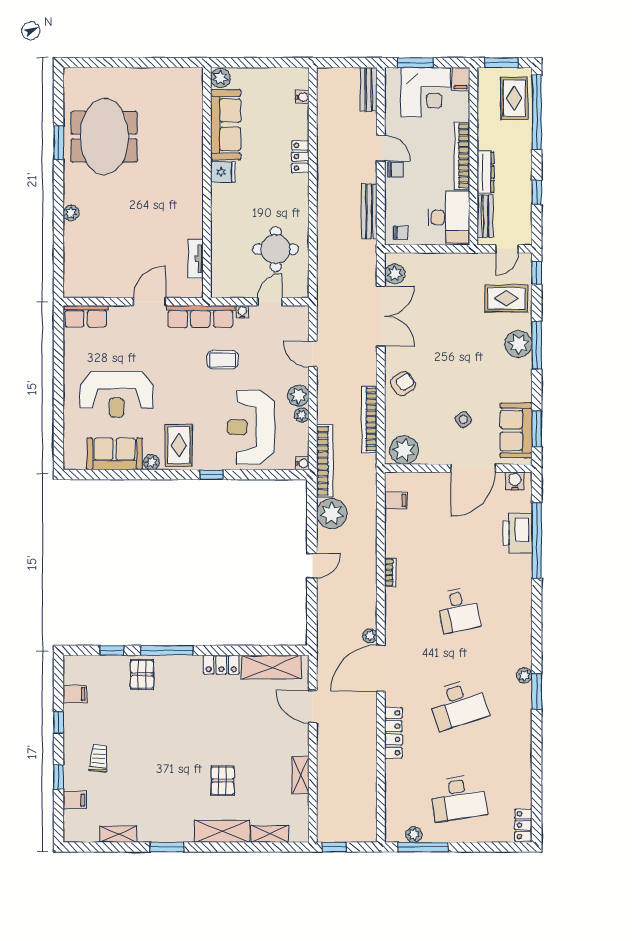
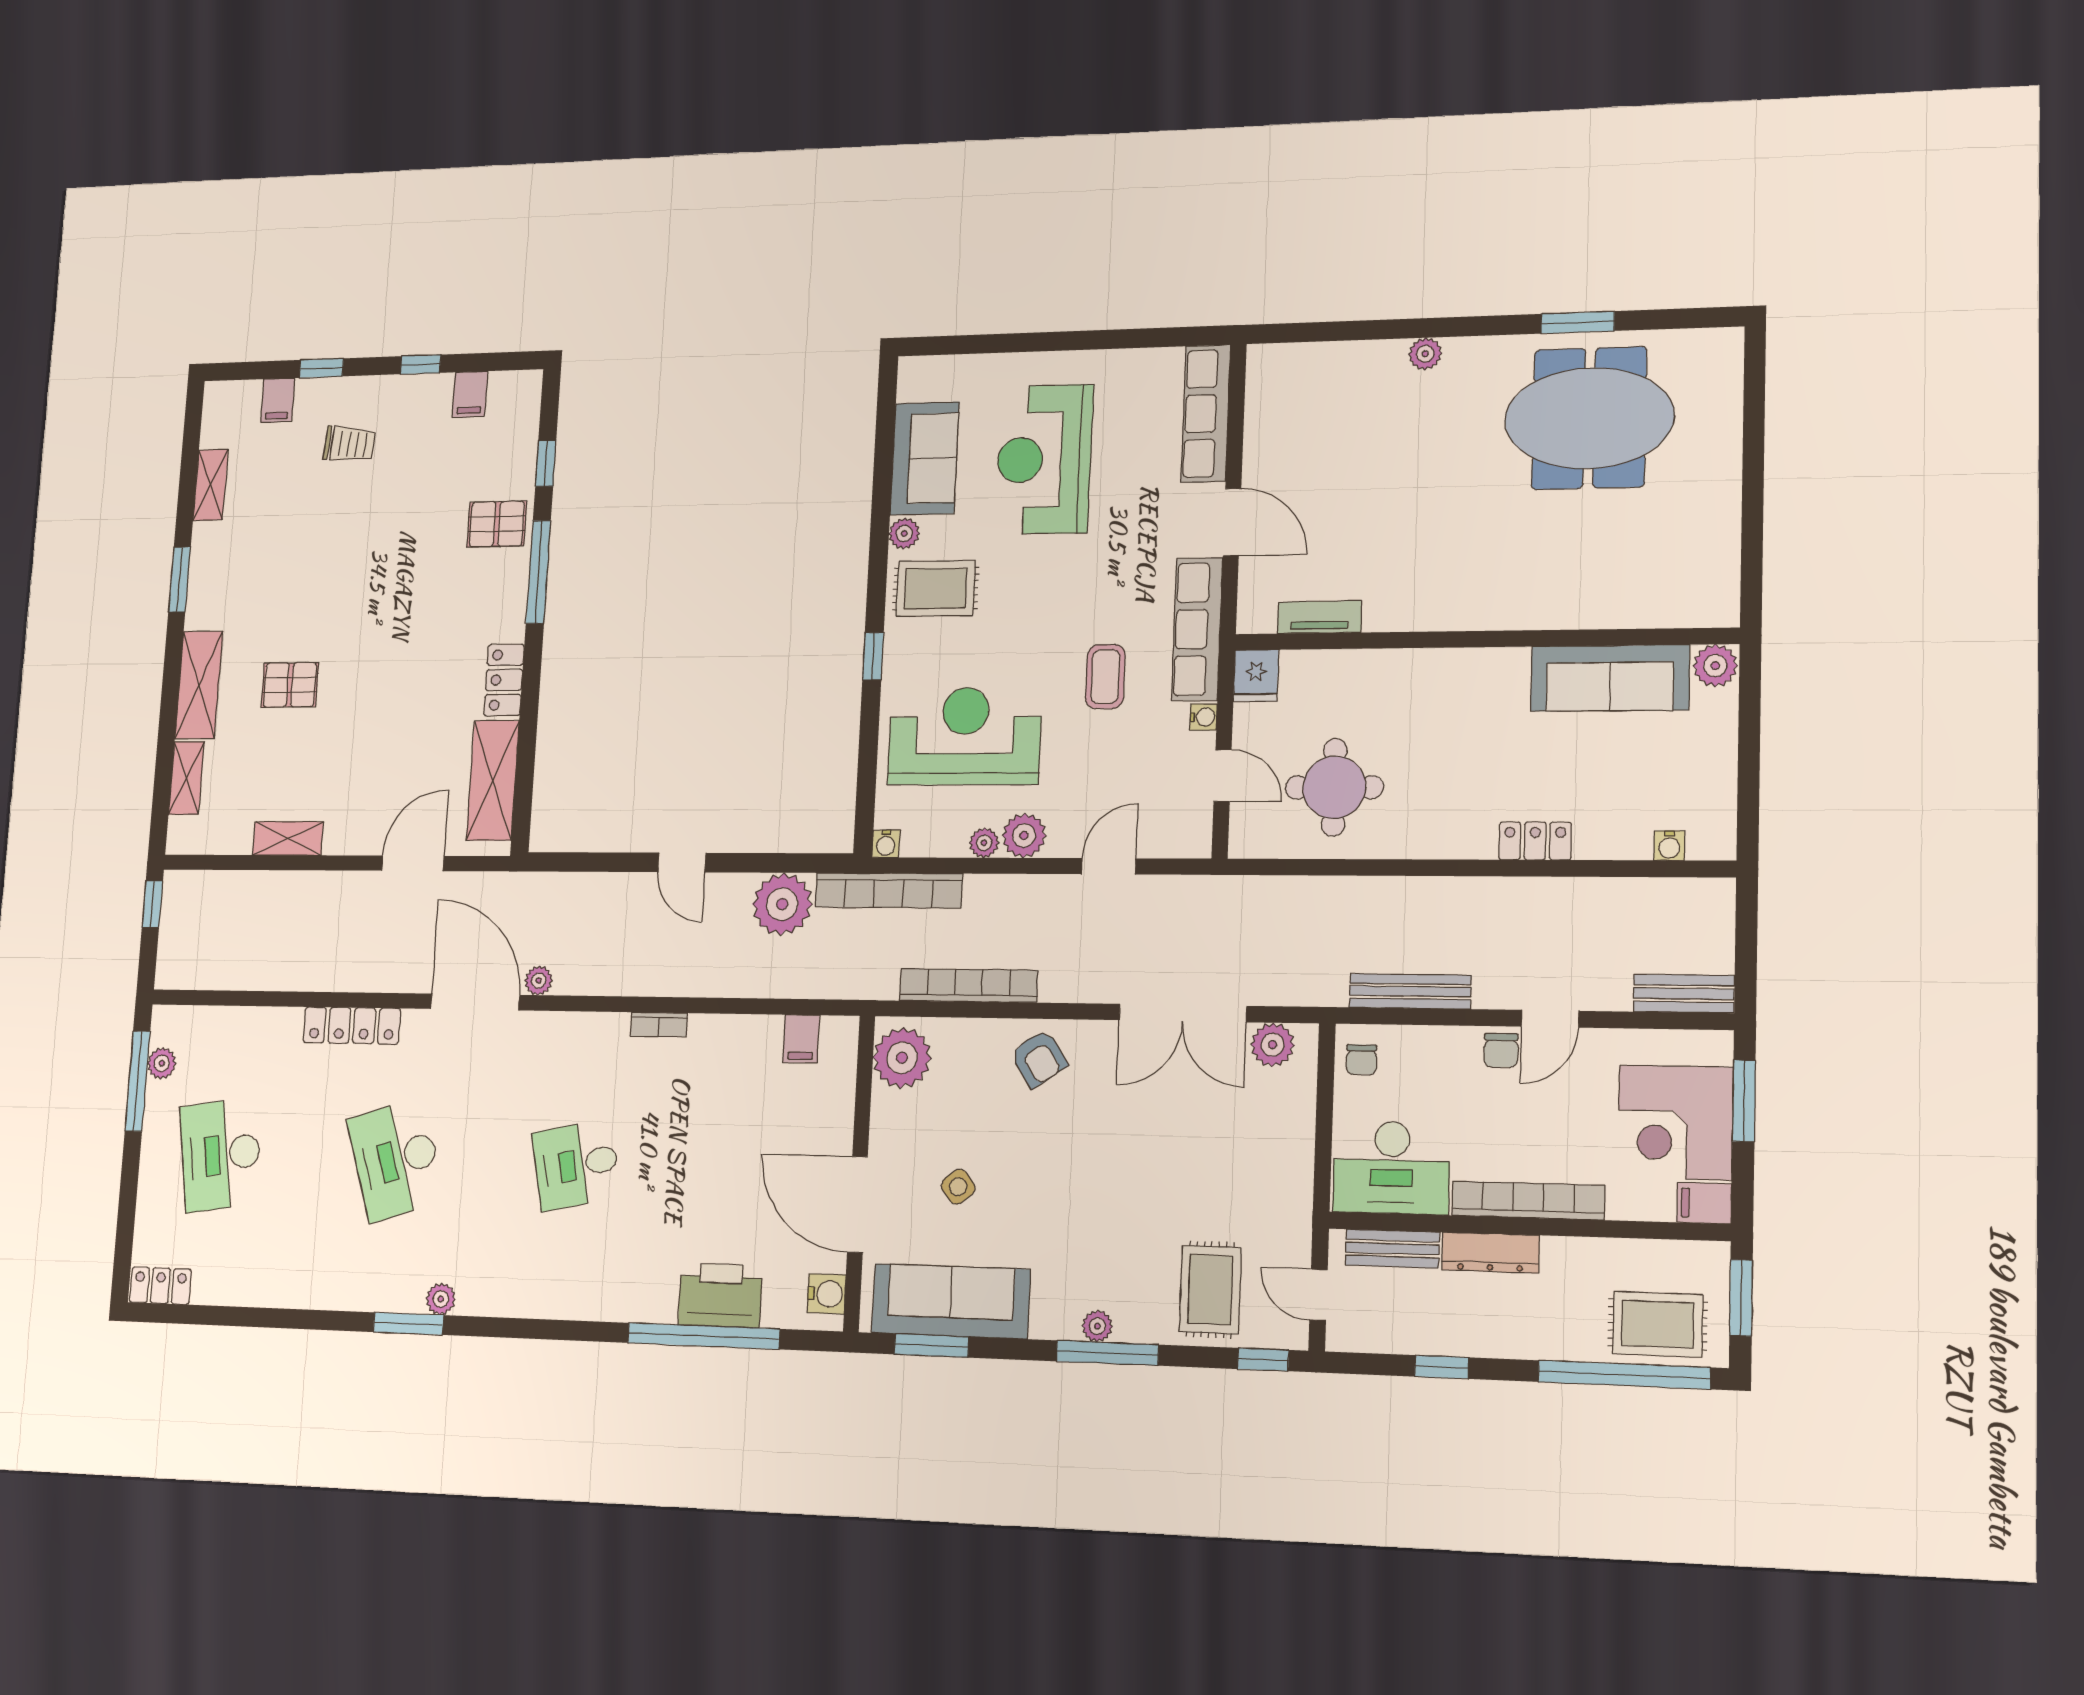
fridge: (223, 172) -> (1256, 676), moved
row of seats: (86, 316) -> (1206, 414), width x1.48
plant: (519, 344) -> (1097, 1326), width x0.53, depth x0.53
sofa: (516, 430) -> (951, 1301), width x1.36

